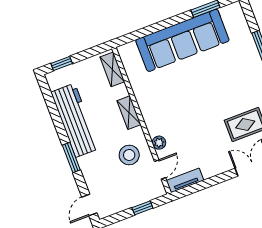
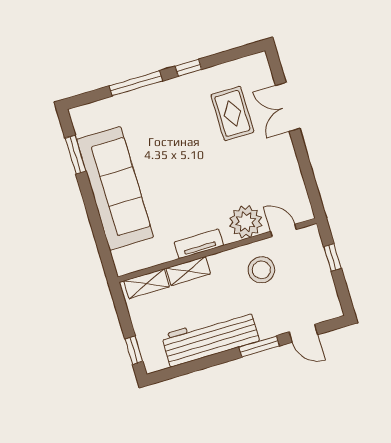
shelving: (129, 113) -> (188, 271), moved
plant: (159, 143) -> (246, 222), width x1.88, depth x1.88
tv unit: (185, 180) -> (199, 244), moved, turned 90
door: (89, 205) -> (303, 333), moved

